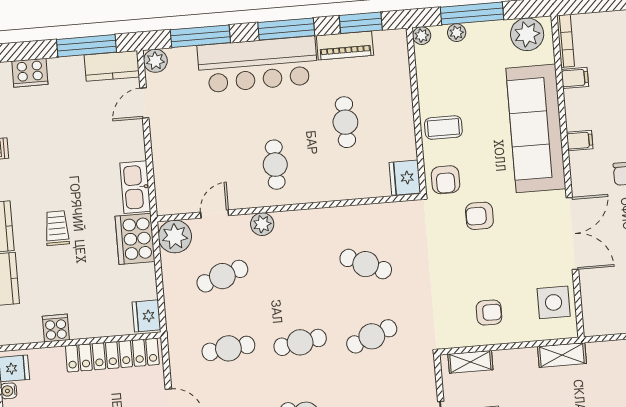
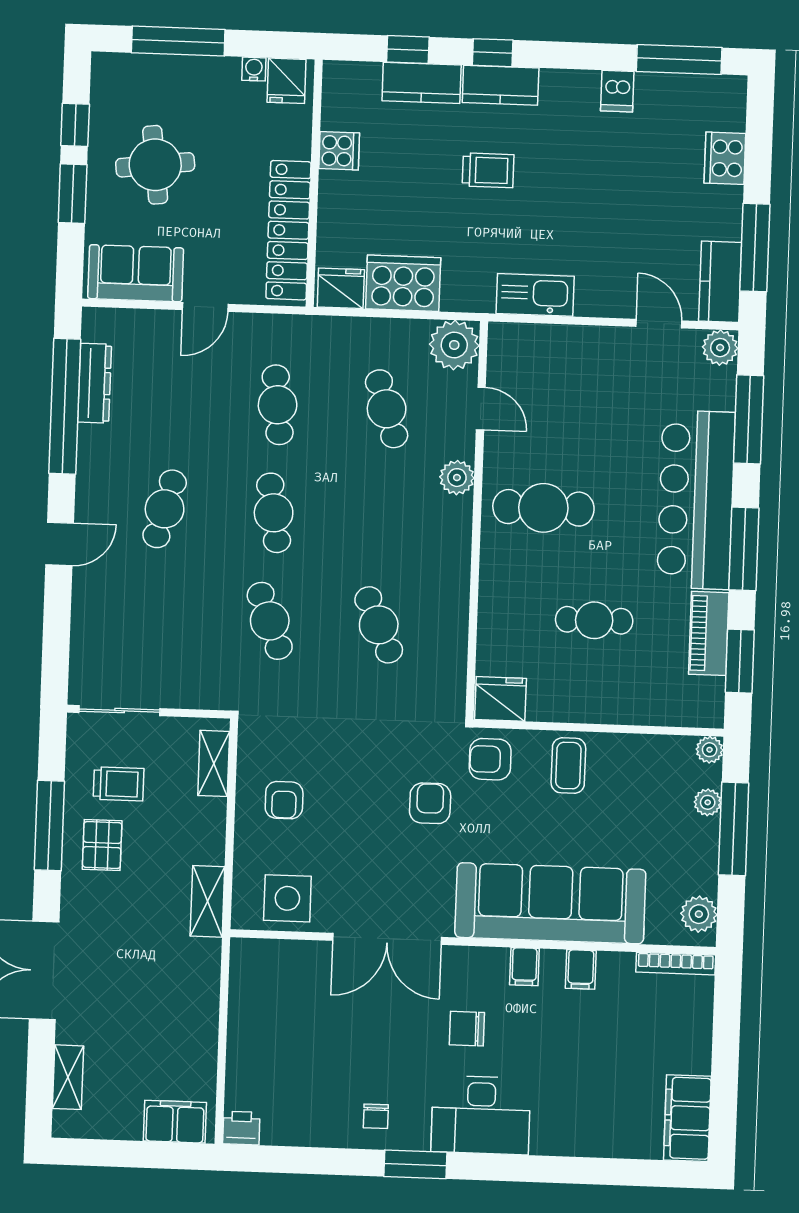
plant: (527, 34) -> (699, 914), width x0.73, depth x0.73
filing cabinet: (575, 78) -> (581, 969), moved
cafe table: (275, 165) -> (543, 508), width x1.37, depth x1.35
cooker: (135, 239) -> (403, 283), moved
cafe table: (366, 264) -> (379, 625), turned -48

